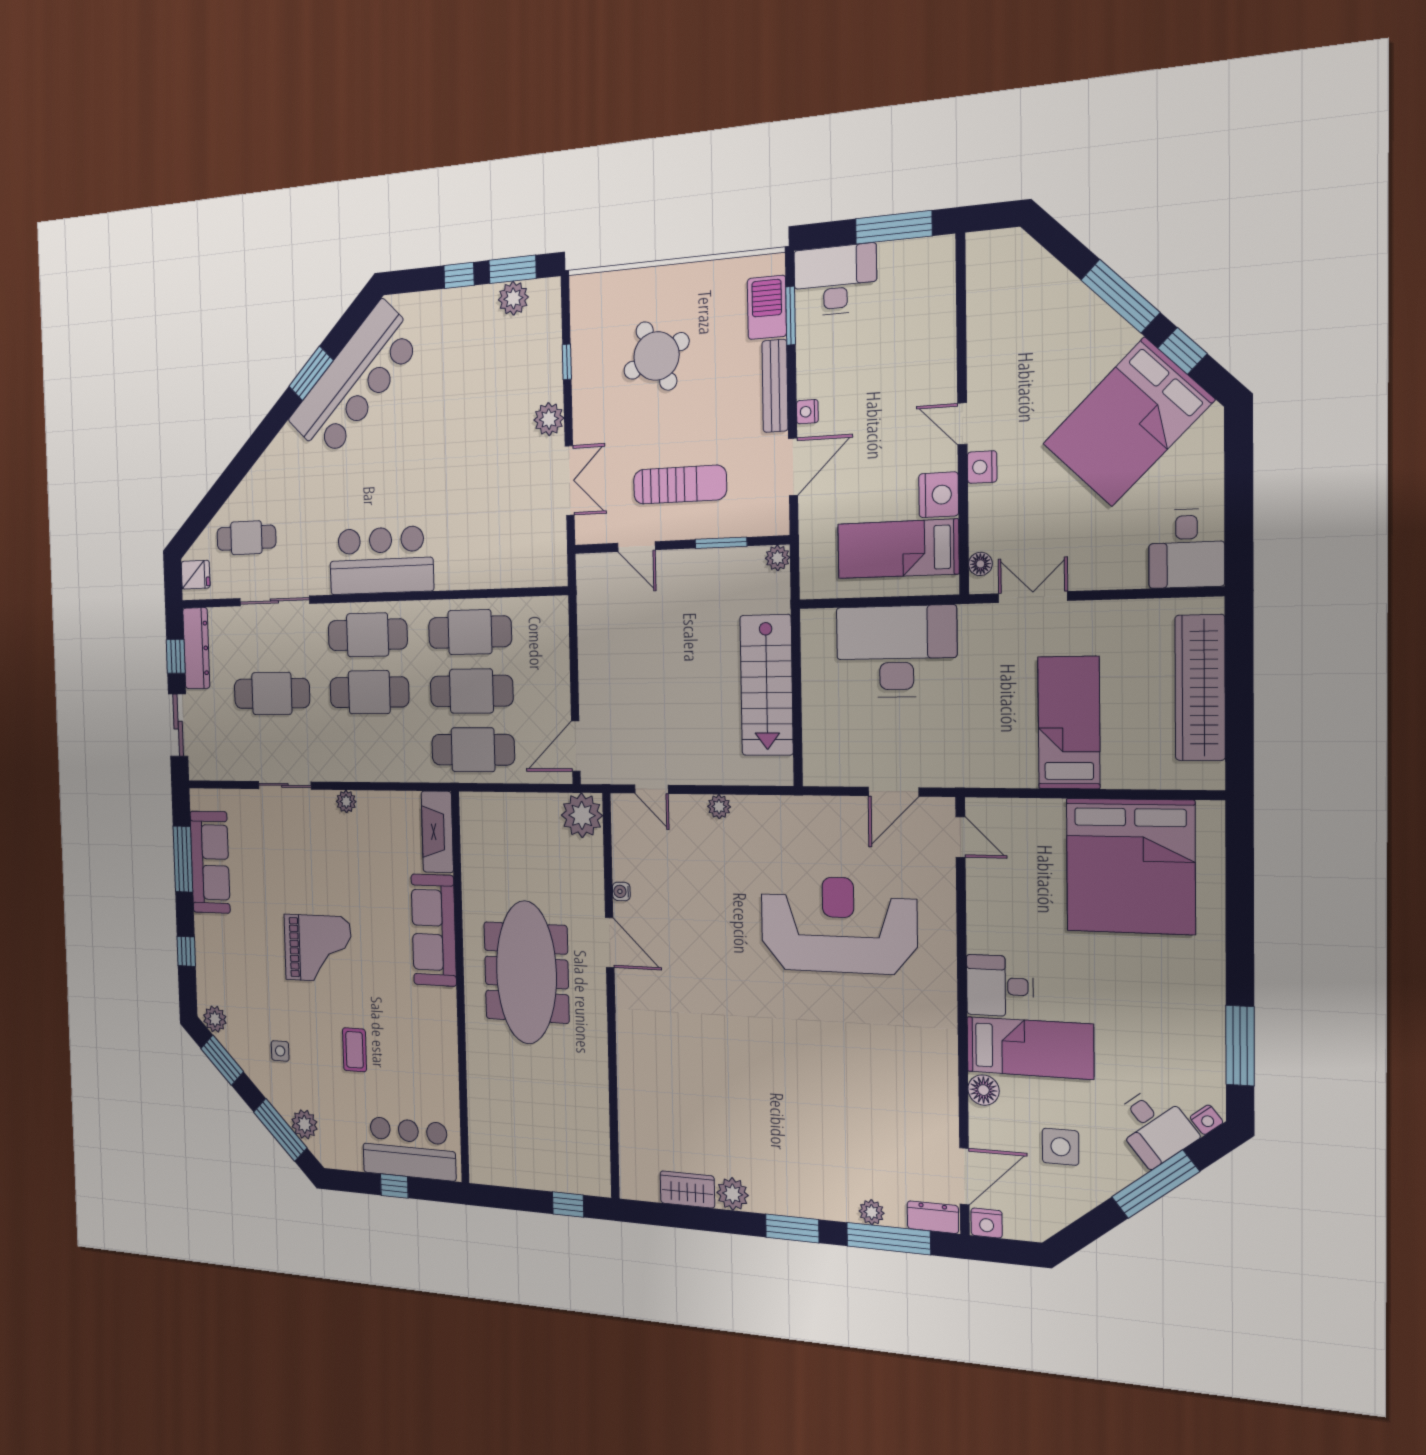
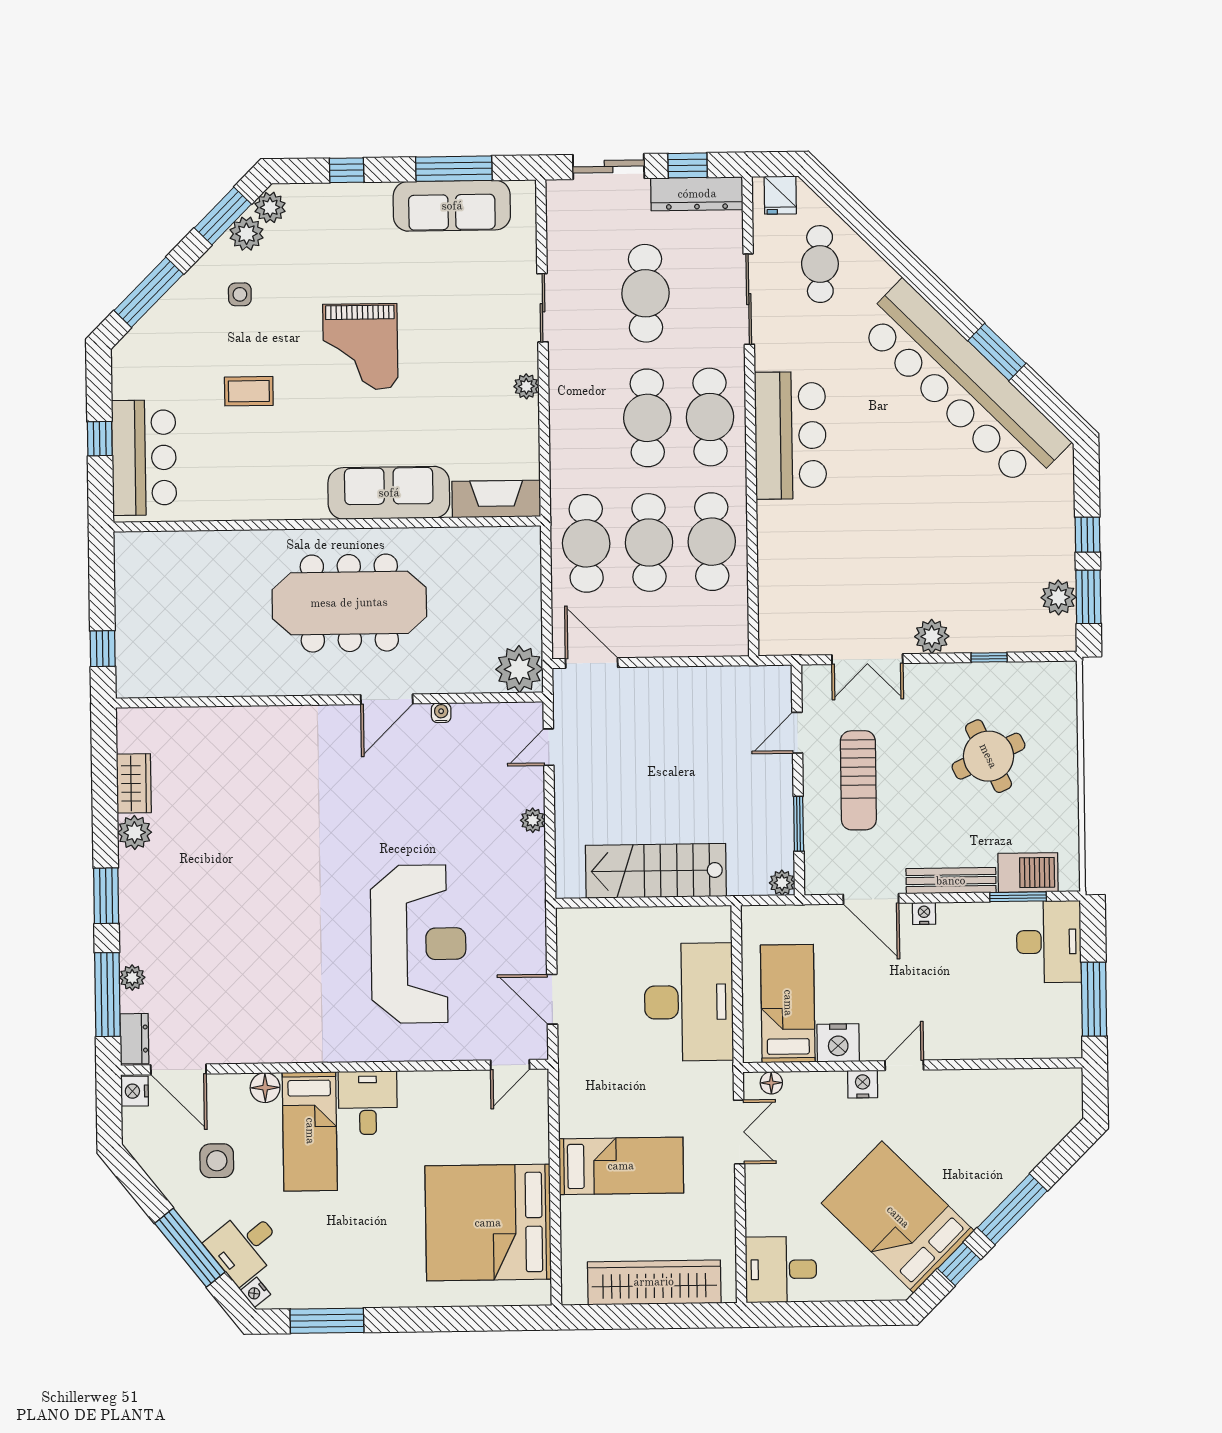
bar counter: (355, 381) -> (963, 385), width x1.36
plant: (304, 1124) -> (246, 234), moved

